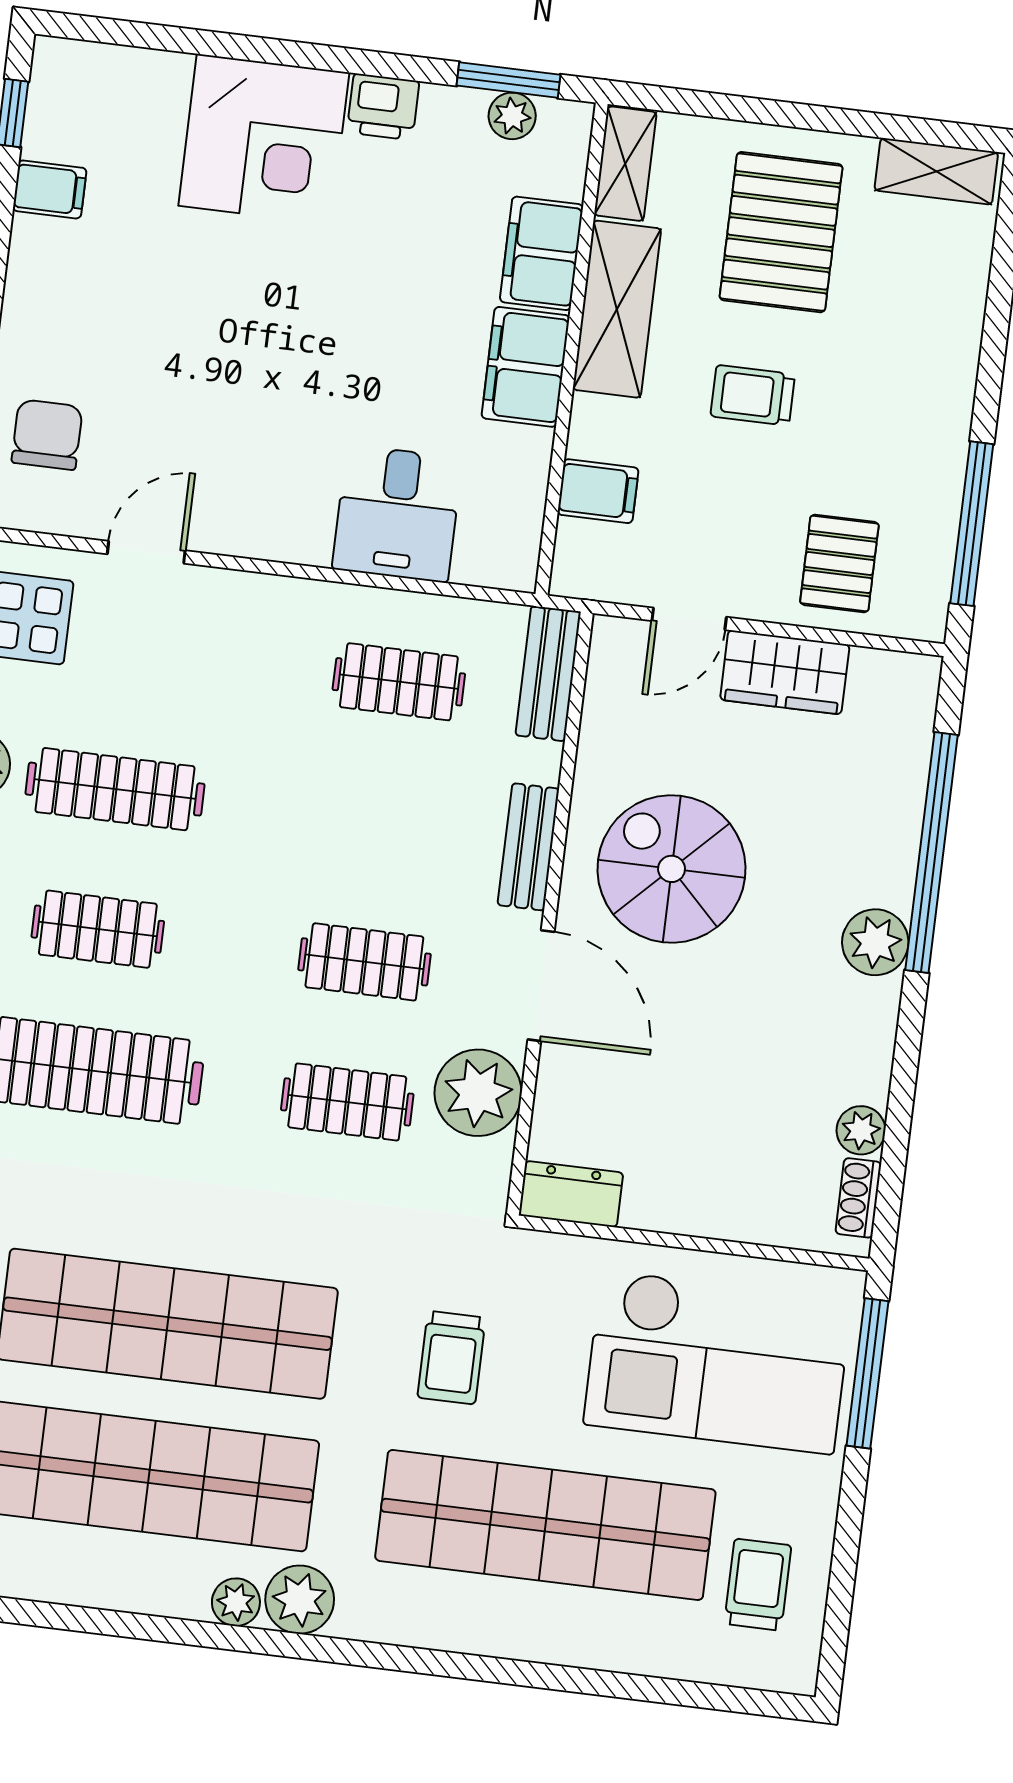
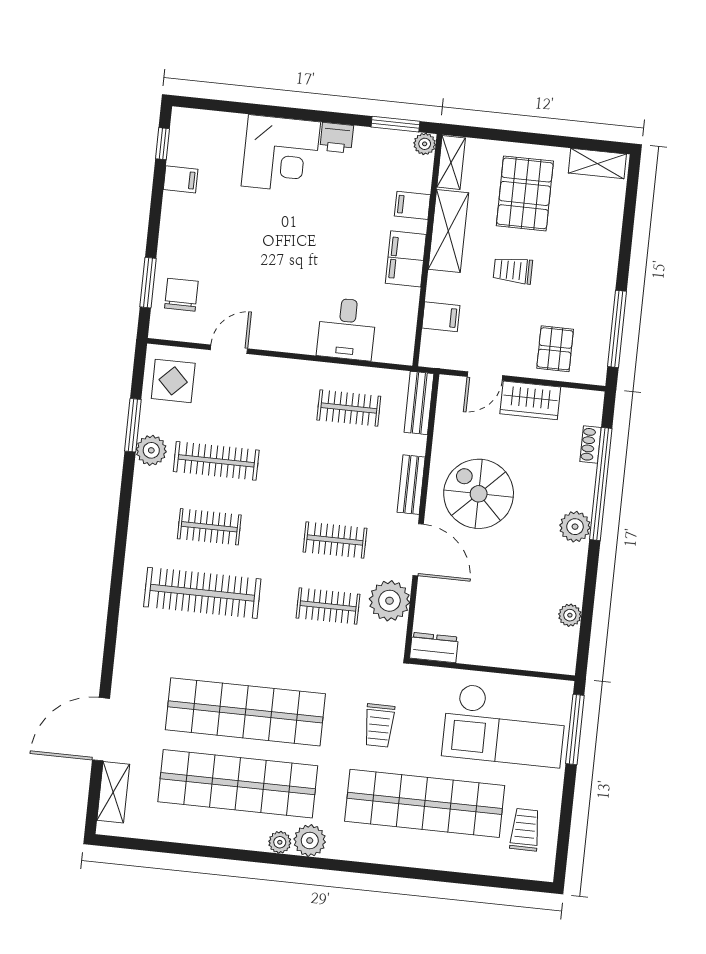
plant: (512, 116) -> (425, 144), moved
filing cabinet: (542, 253) -> (412, 205), width x0.50
shoe rack: (858, 1198) -> (590, 445), moved

